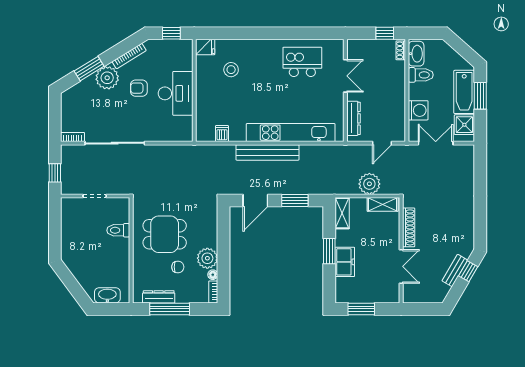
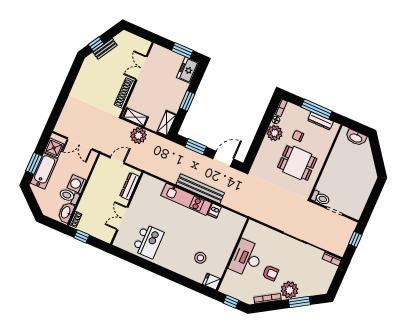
kitchen island: (302, 62) -> (148, 241), turned -90
washing machine: (418, 110) -> (77, 184), moved
kitchen unit: (291, 133) -> (186, 199), width x0.73
dishwasher: (222, 134) -> (214, 211), moved
toilet: (118, 230) -> (321, 198), moved
freezer: (345, 262) -> (188, 70), moved

